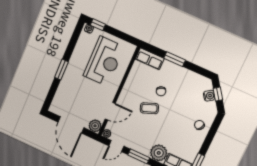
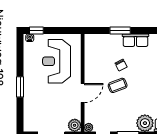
row of seats: (150, 59) -> (136, 40), moved
reception desk: (104, 61) -> (57, 61), turned 180
door: (110, 111) -> (83, 93), moved

